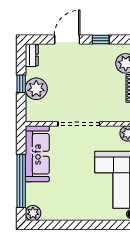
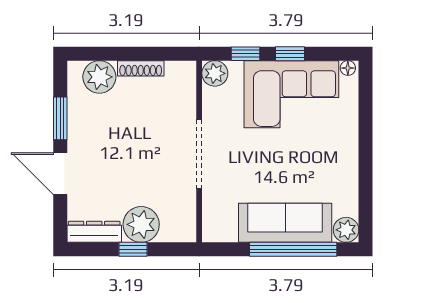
window: (101, 40) -> (60, 118), width x1.50
dresser: (32, 55) -> (94, 232), width x1.44
sofa: (37, 154) -> (285, 223), moved

